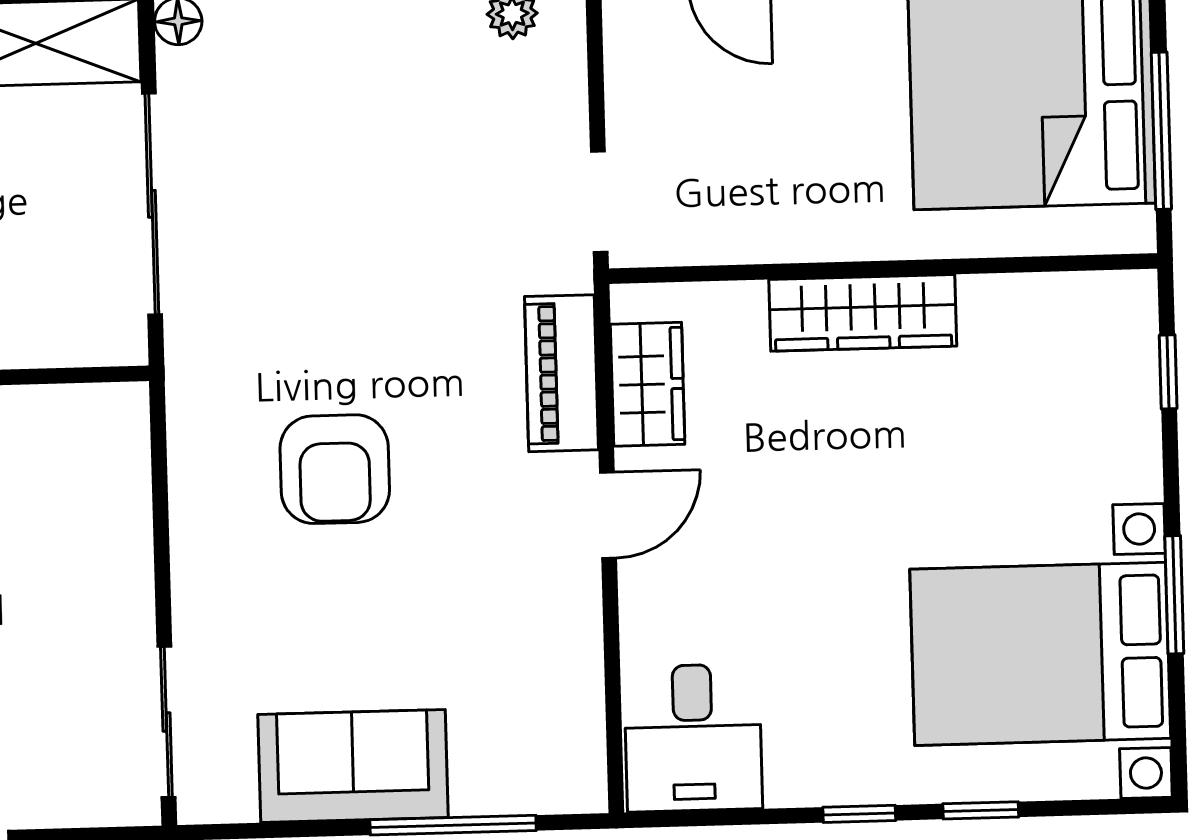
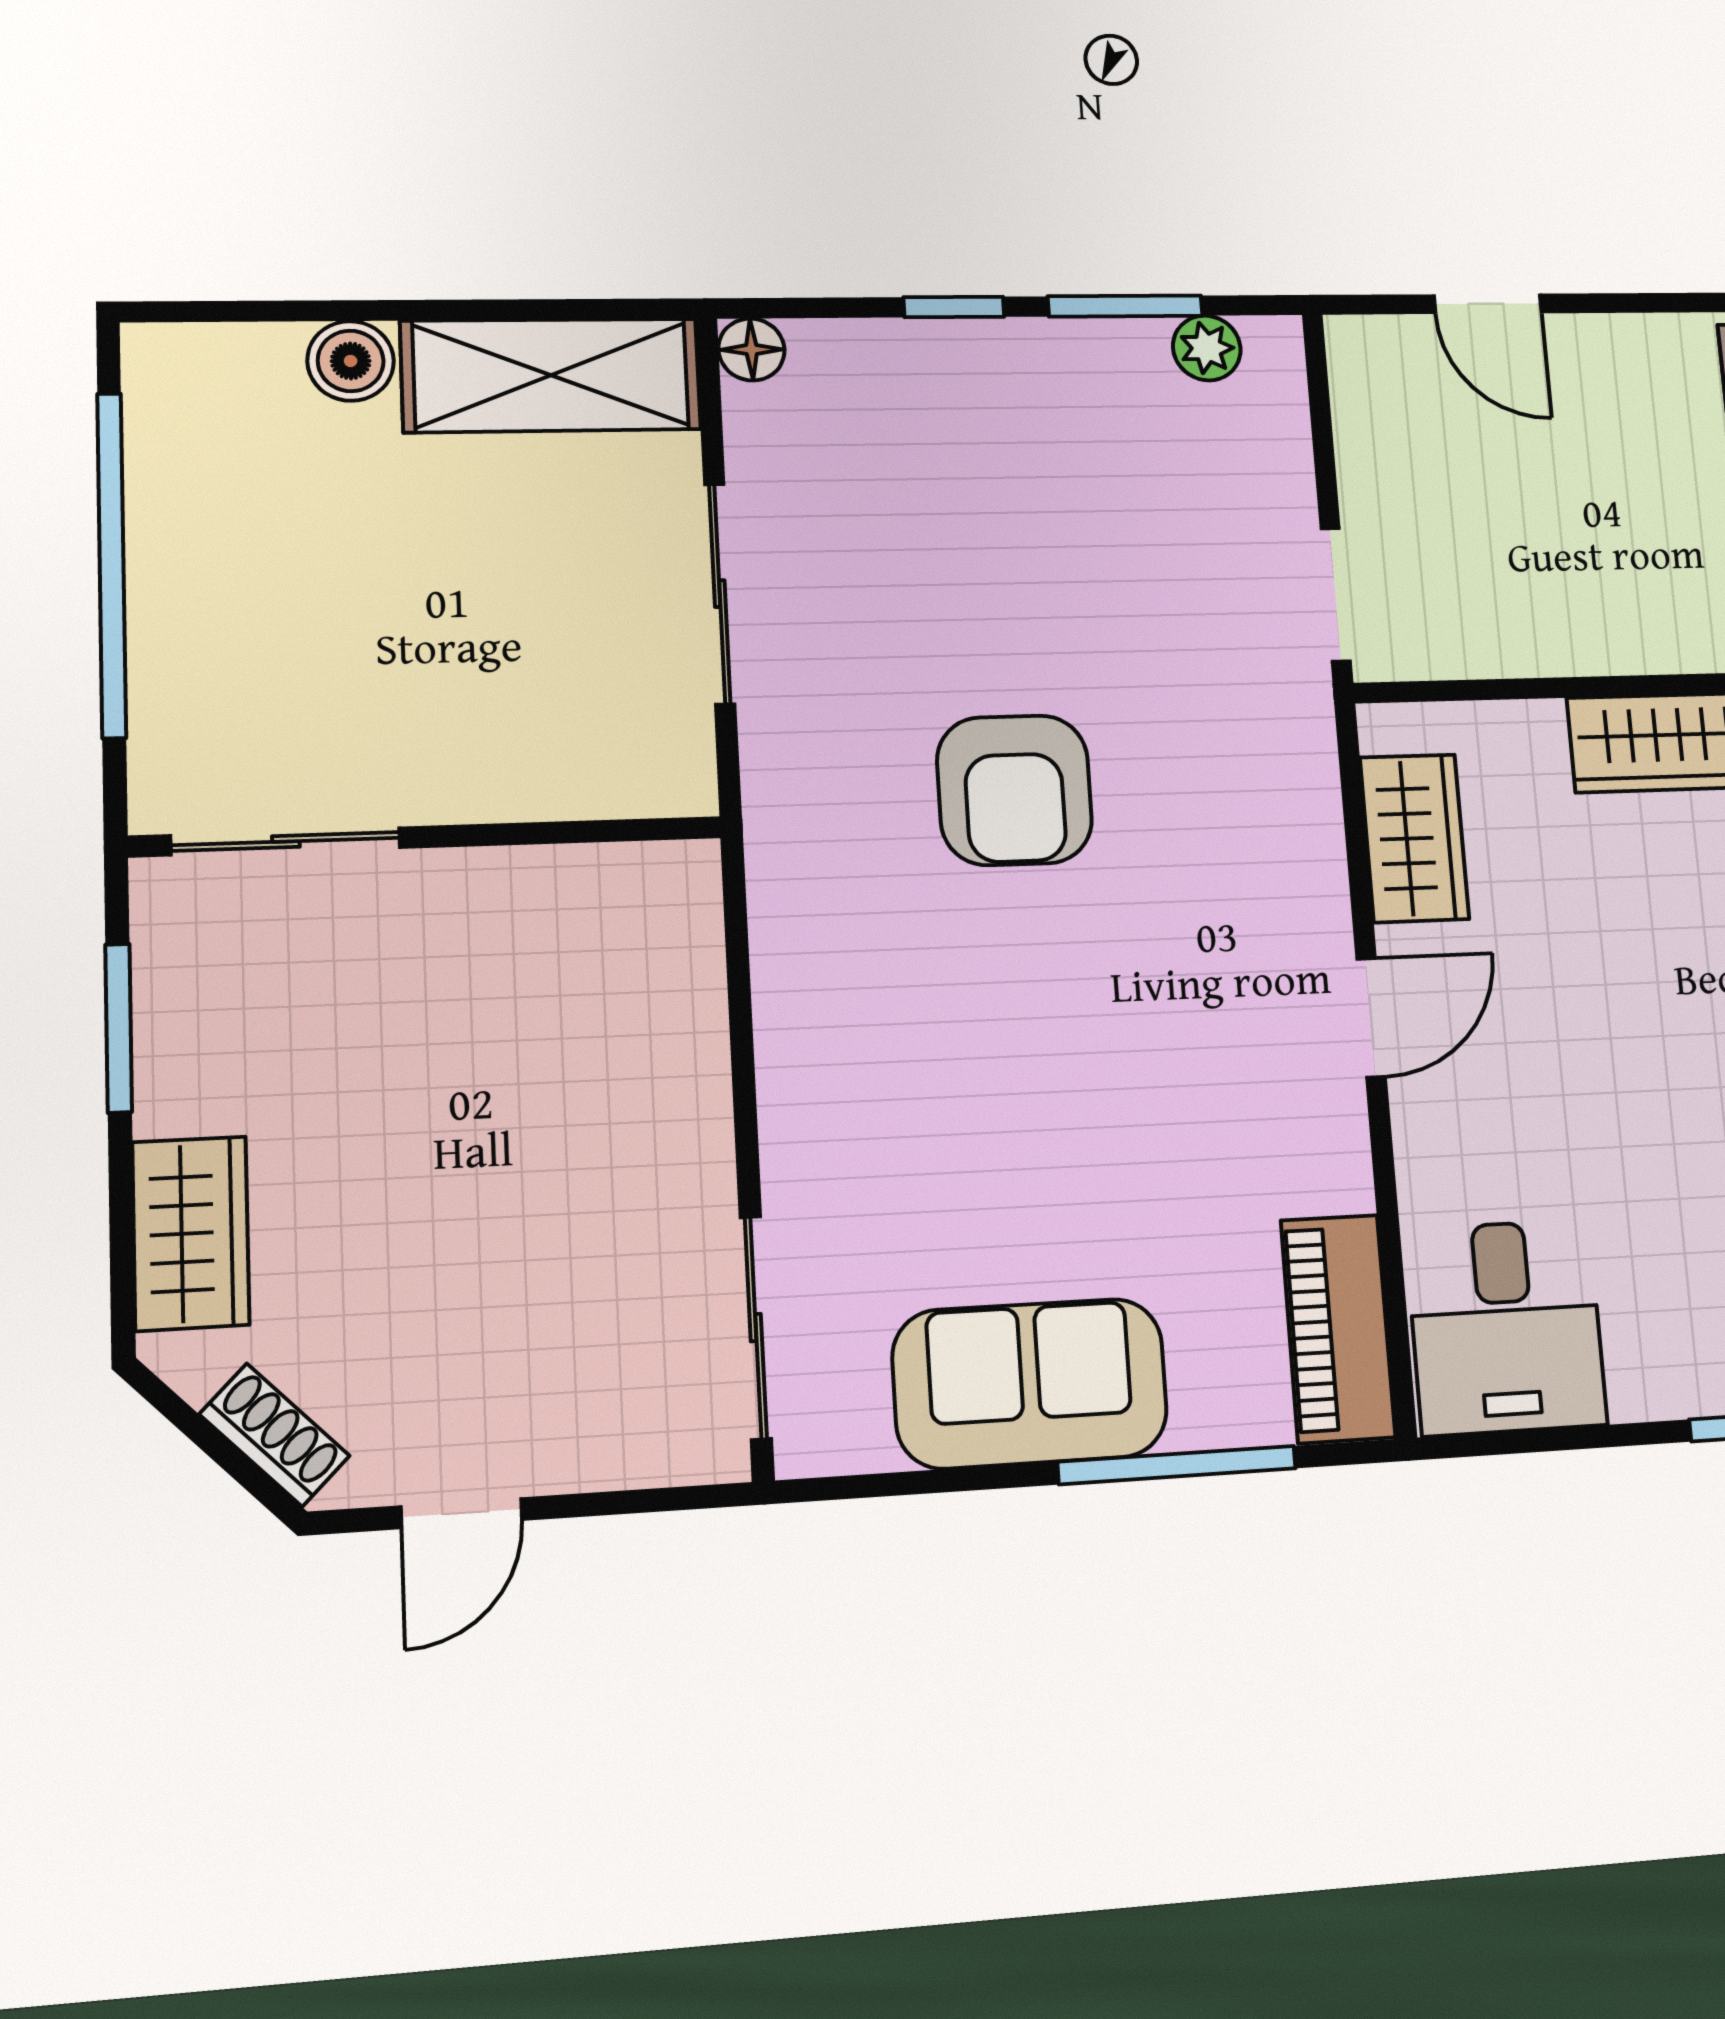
sliding door: (152, 204) -> (720, 594), width x0.73
piano: (561, 373) -> (1338, 1329), moved
armchair: (335, 469) -> (1014, 790), moved

